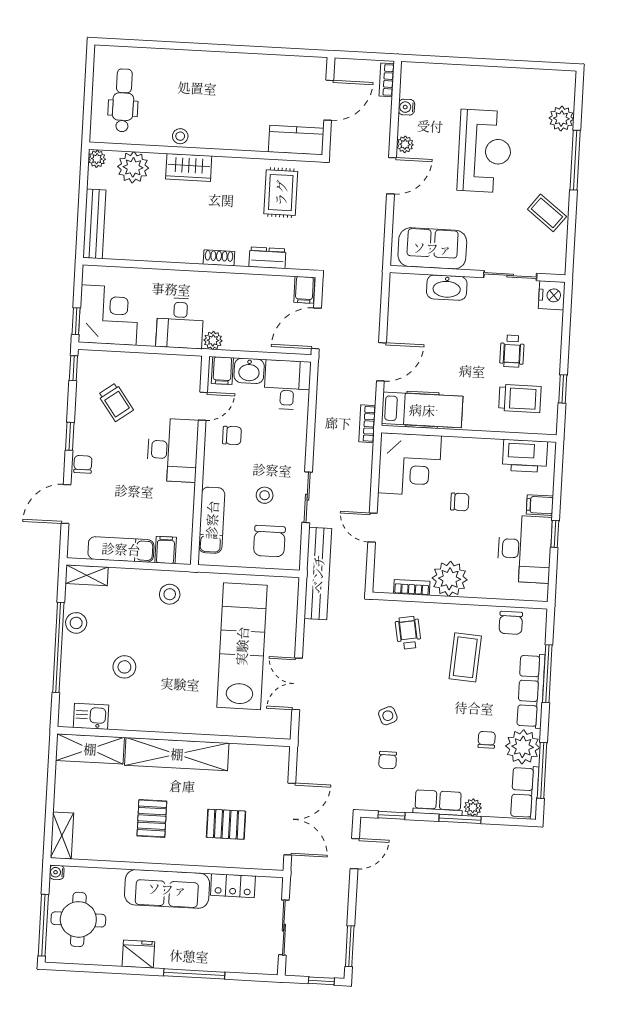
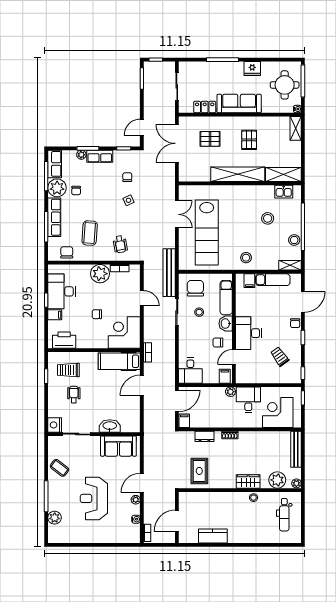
kitchen counter: (296, 140) -> (213, 536), moved, turned 180
corner desk: (109, 315) -> (278, 412), moved, turned 90
washbasin: (249, 371) -> (226, 324), moved, turned -90

